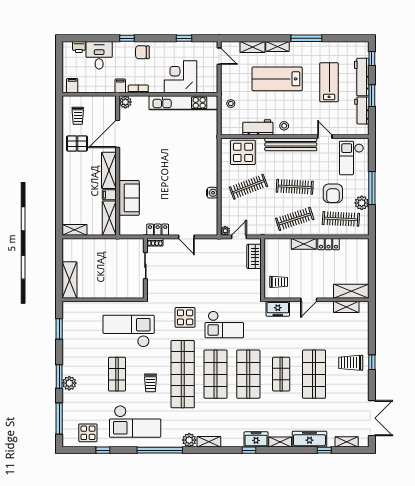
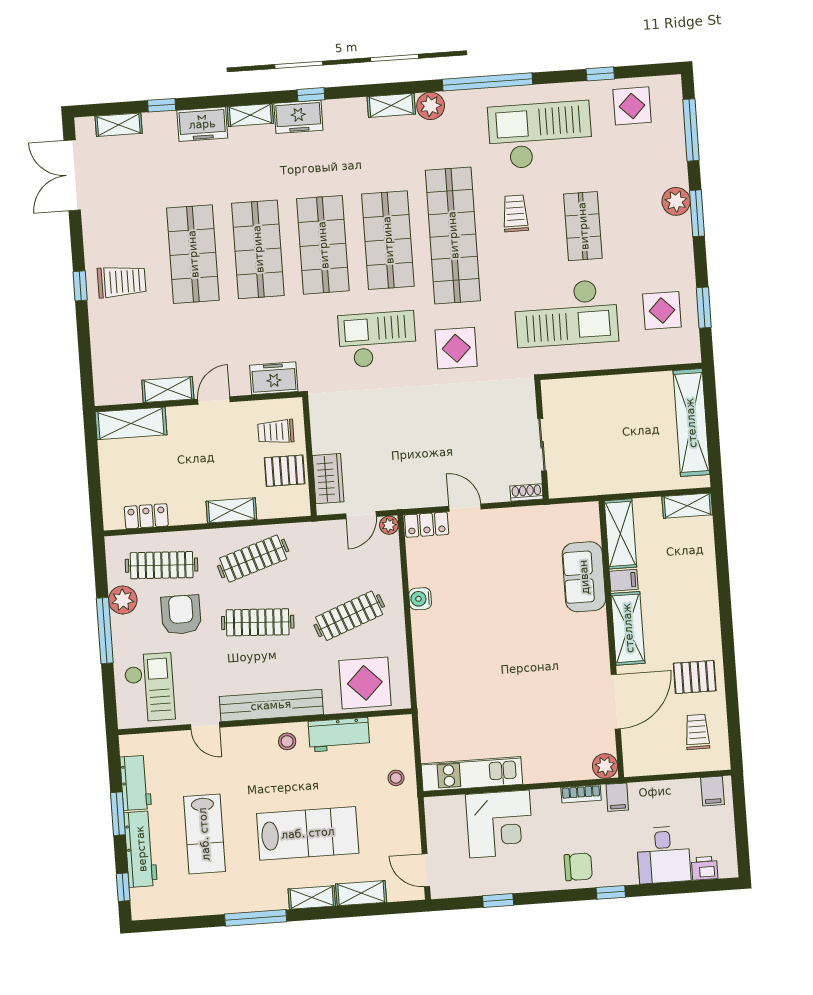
kitchen unit: (183, 103) -> (472, 774), width x0.73
locker: (158, 230) -> (427, 525), moved
locker: (328, 244) -> (146, 516), moved
pallet: (276, 262) -> (285, 471), added
shelving: (70, 280) -> (691, 423), width x1.47
shelving: (346, 307) -> (168, 390), moved
display table: (80, 329) -> (662, 311), added
shop shelf: (281, 374) -> (258, 249), width x1.43, depth x1.36
freezer: (309, 439) -> (202, 124), width x0.71

